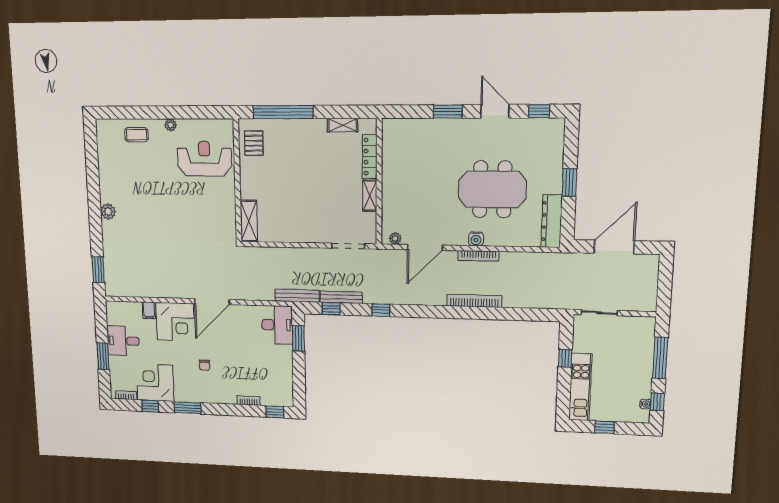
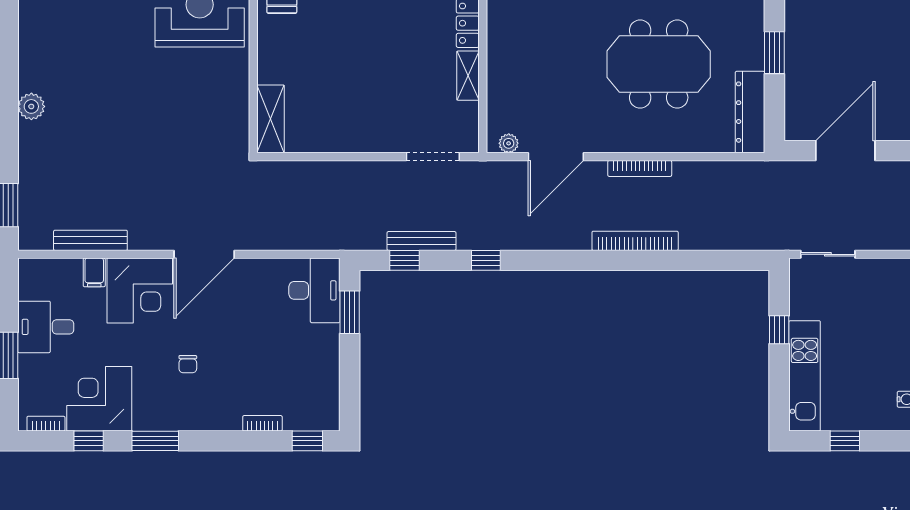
water cooler: (476, 239) -> (635, 142), removed
bench: (297, 296) -> (90, 240), moved

